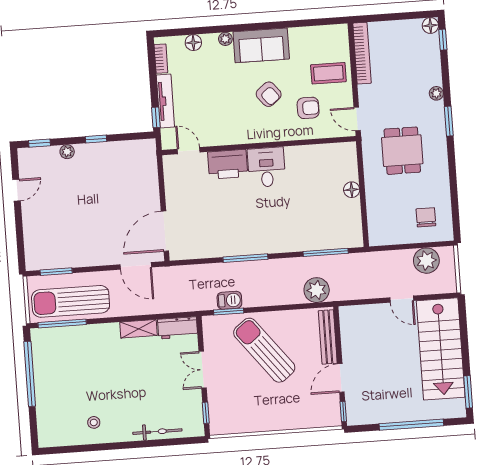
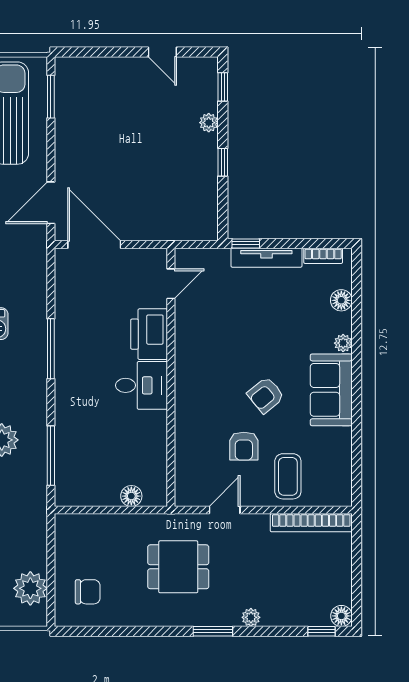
wall: (259, 146) -> (171, 377), moved
door: (189, 151) -> (171, 284), moved
printer: (228, 164) -> (149, 334), moved
desk: (267, 167) -> (142, 385), moved

